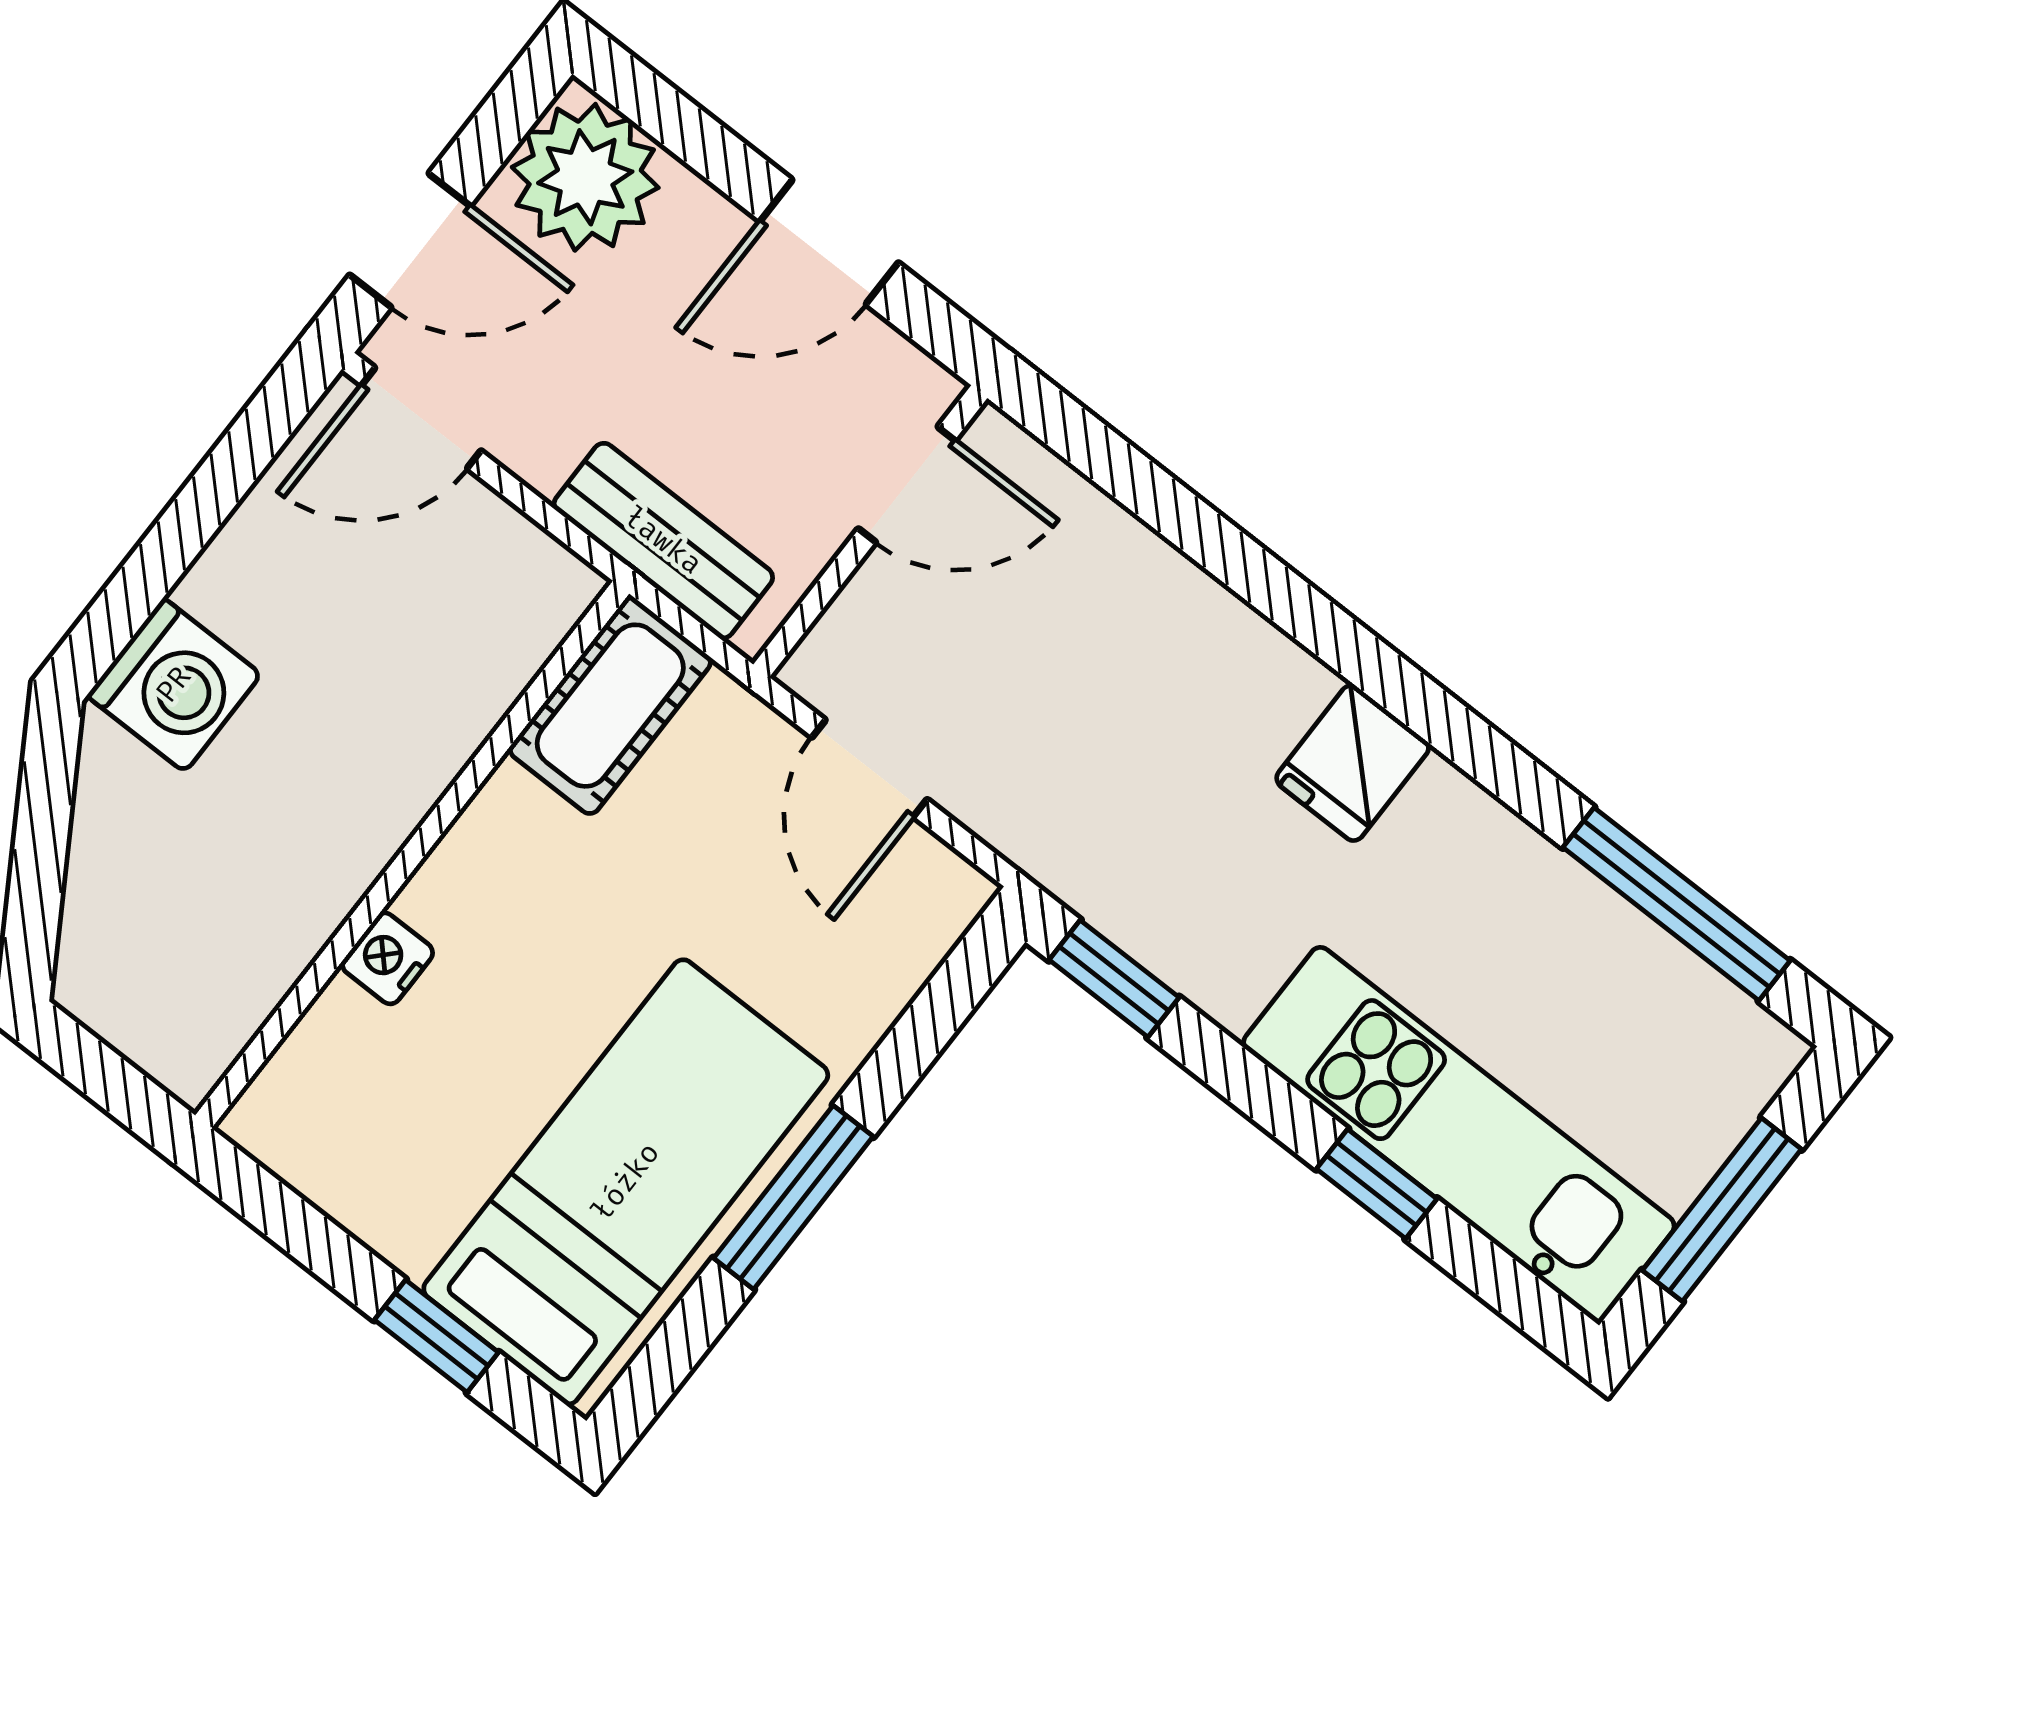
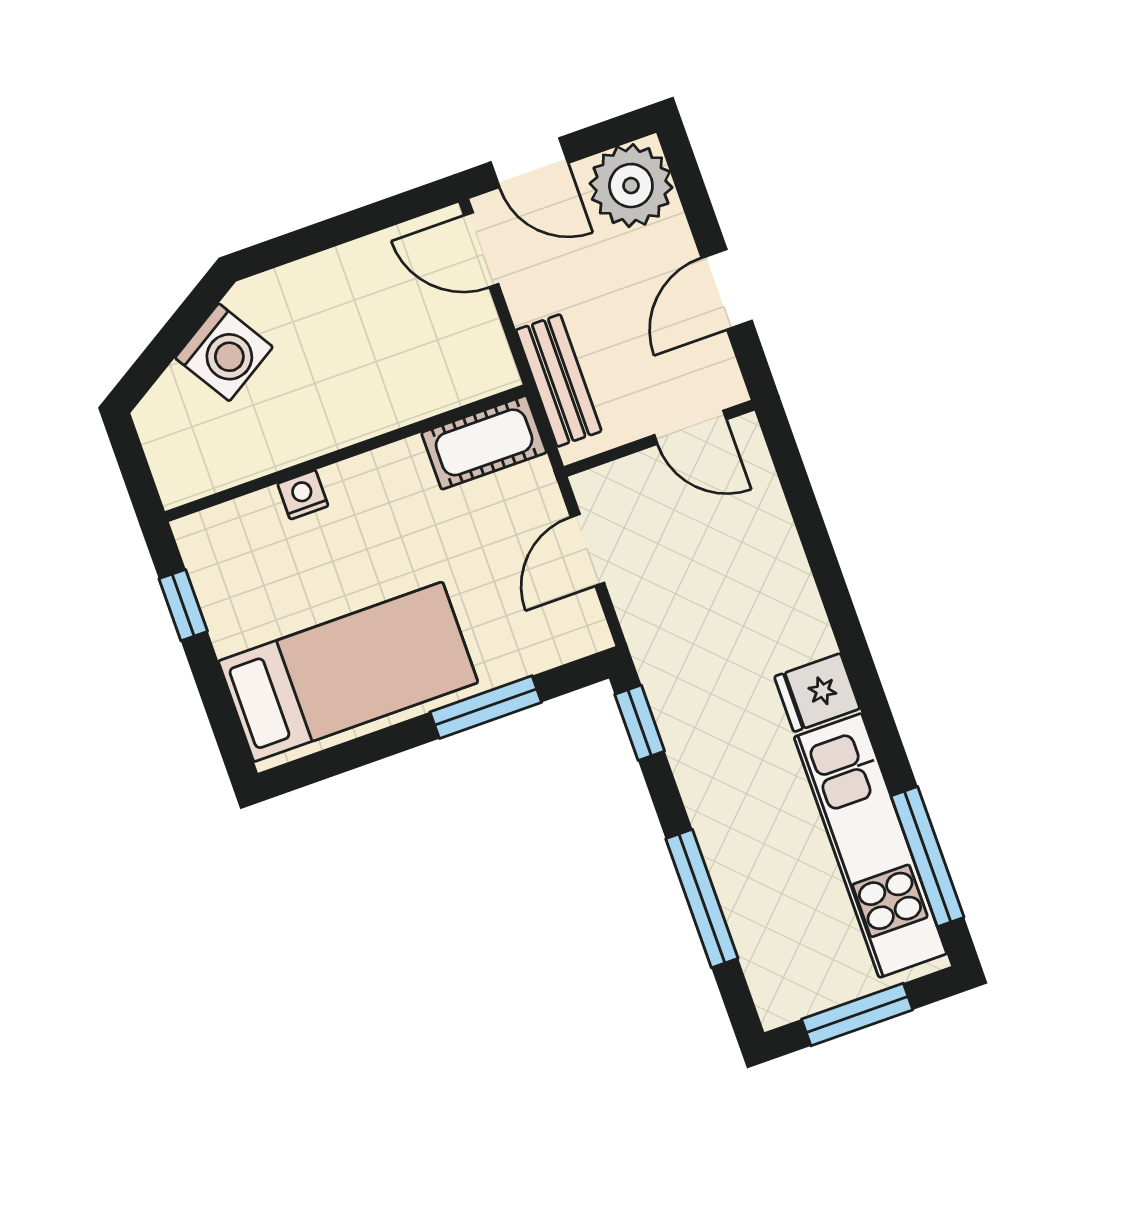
door: (829, 242) -> (727, 289), hinge flipped
washing machine: (174, 685) -> (224, 352), moved, turned -32
kitchen unit: (1459, 1134) -> (870, 845), moved, turned 180
window: (1377, 1184) -> (702, 898), width x2.17
window: (793, 1197) -> (486, 707), moved
window: (436, 1336) -> (183, 605), moved

